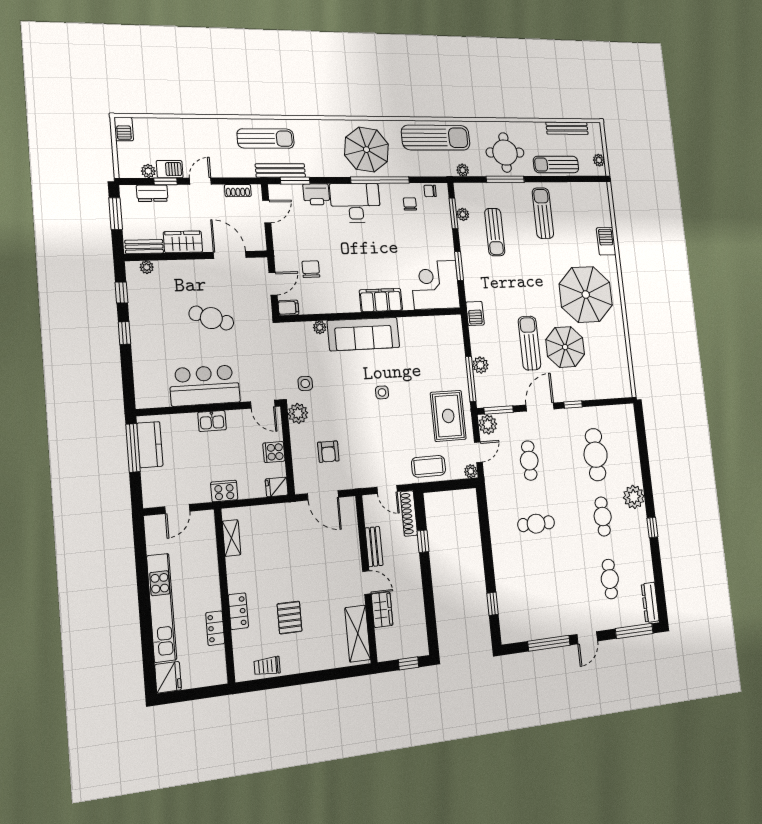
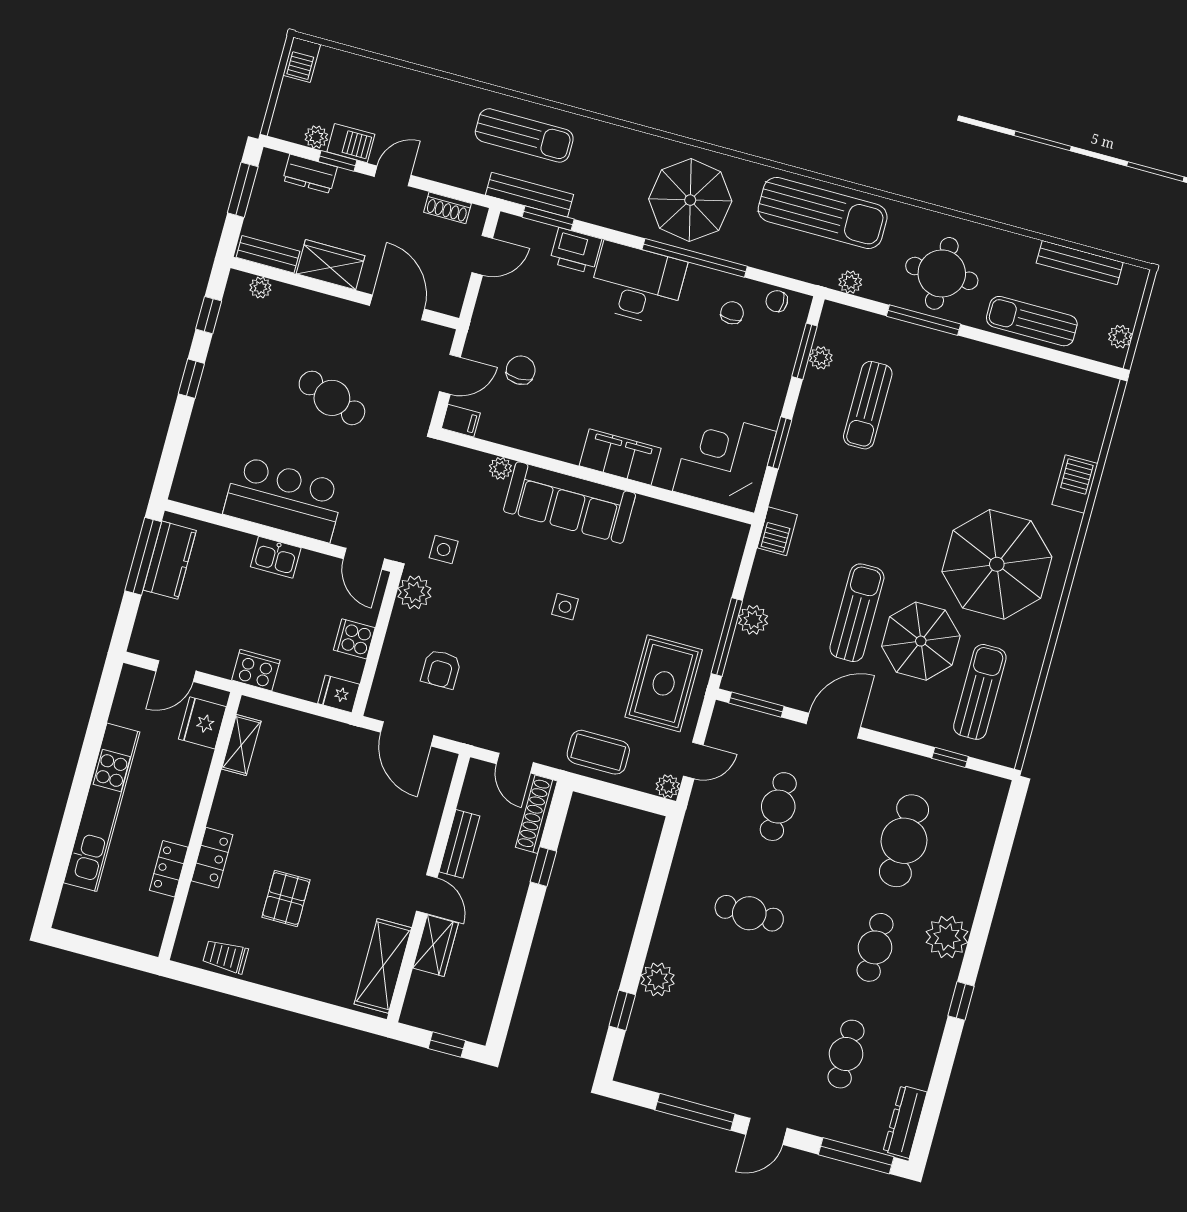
sun lounger: (543, 213) -> (980, 692), moved
window: (573, 405) -> (950, 757), moved
plant: (488, 424) -> (658, 979), moved
fridge: (168, 677) -> (202, 723), moved, turned 180

